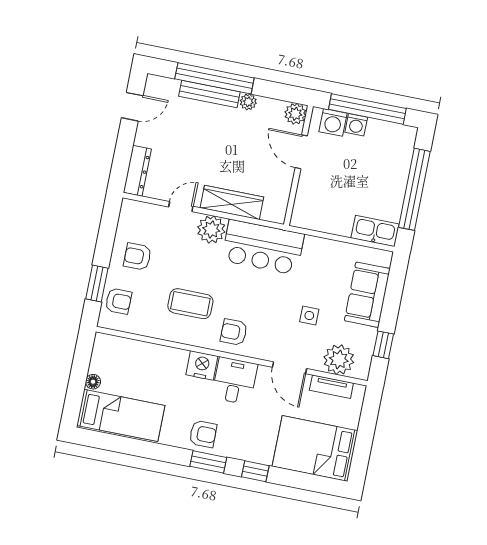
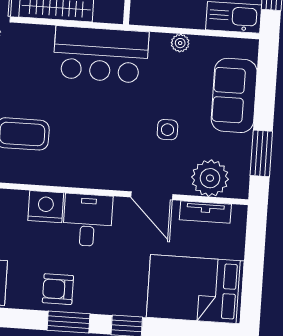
plant: (211, 229) -> (180, 43), moved, width x0.53, depth x0.53
armchair: (234, 332) -> (79, 161), removed
window: (383, 345) -> (261, 153), width x1.50
armchair: (203, 434) -> (58, 289), turned 180

